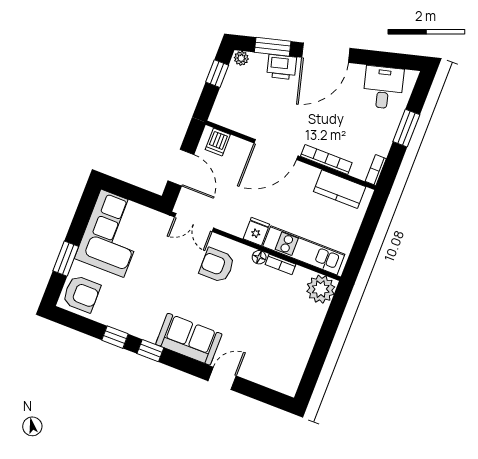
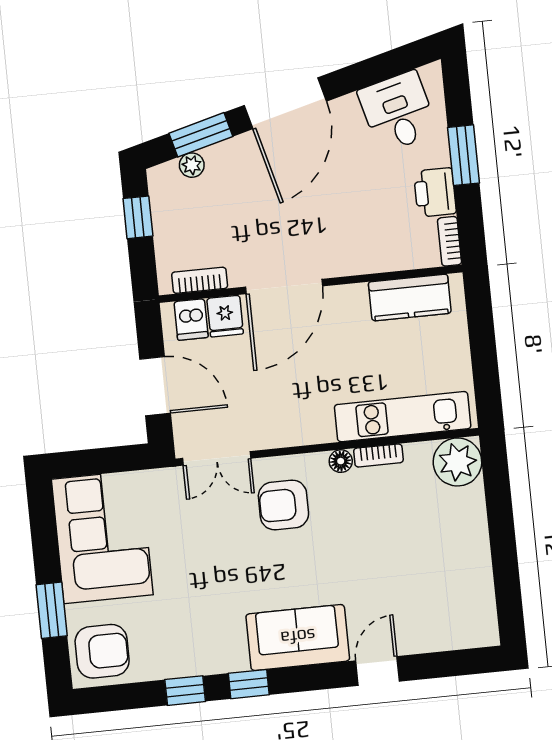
plant: (241, 58) -> (192, 165), moved
printer: (282, 67) -> (435, 192), moved, turned 105
bookcase: (326, 160) -> (200, 280), moved, width x0.64
fridge: (256, 232) -> (225, 316), moved, turned 180

